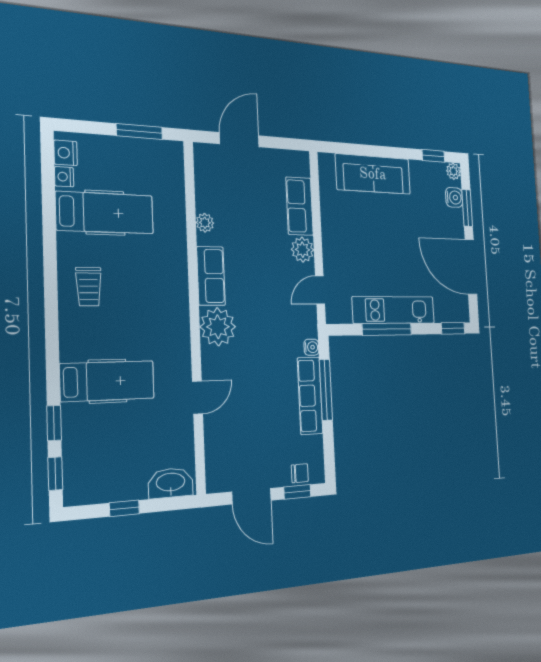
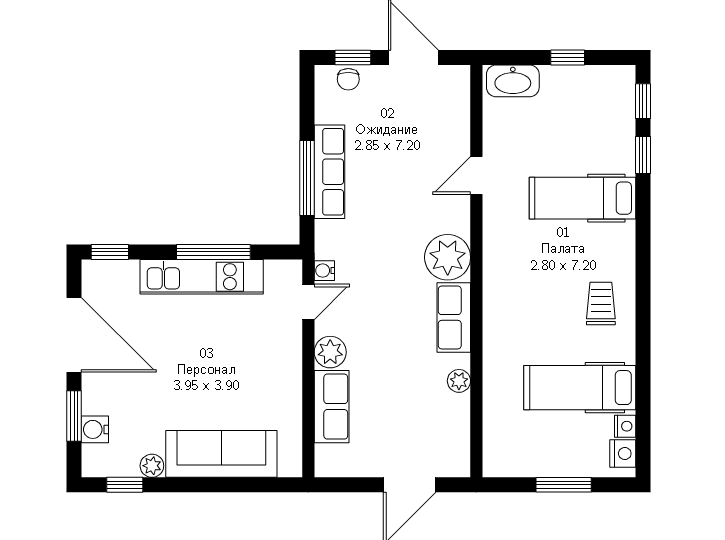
window: (139, 131) -> (564, 485), moved
plant: (453, 171) -> (152, 466), moved
water cooler: (311, 347) -> (324, 271), moved
chair: (300, 473) -> (348, 79), turned -90

